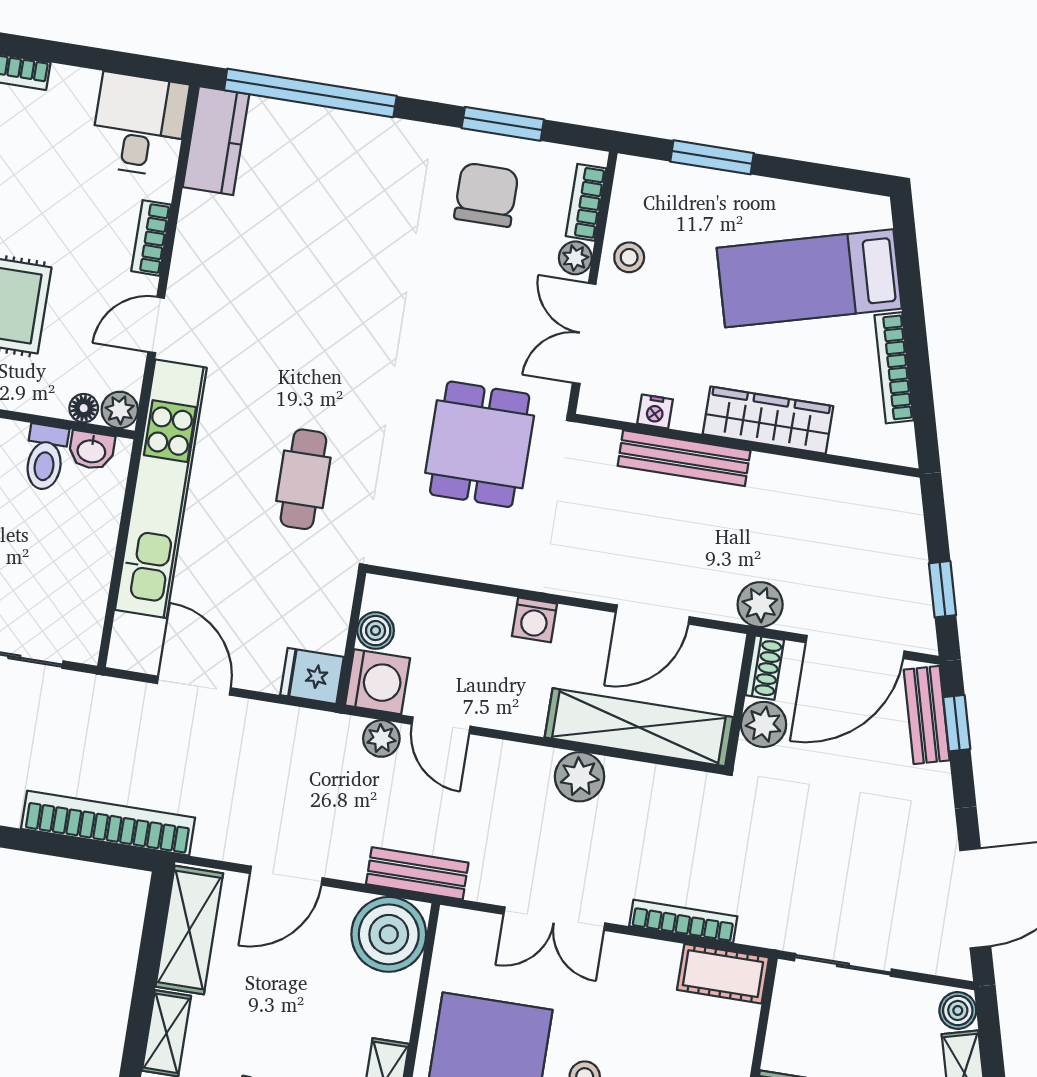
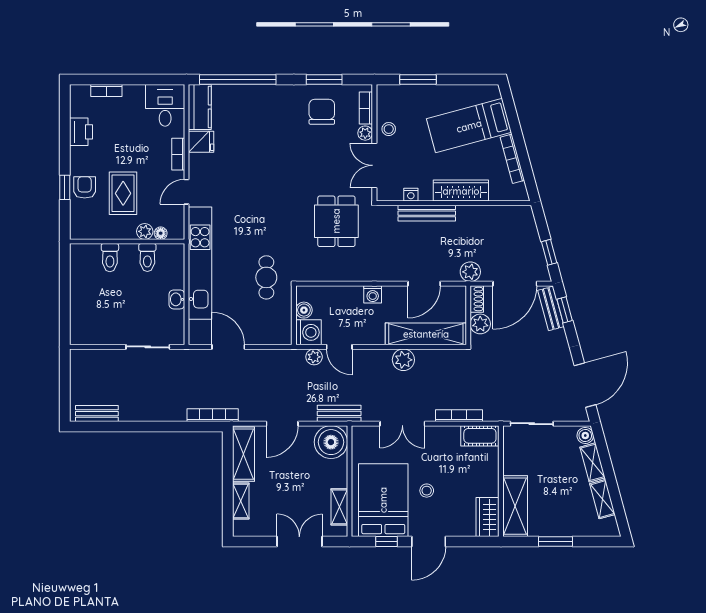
plant: (120, 410) -> (145, 231), moved
washbasin: (92, 450) -> (177, 299), moved, turned 90
cafe table: (303, 479) -> (266, 277), moved
fridge: (312, 676) -> (201, 142), moved, turned 180
bookcase: (108, 823) -> (213, 415), width x0.68, depth x0.76

